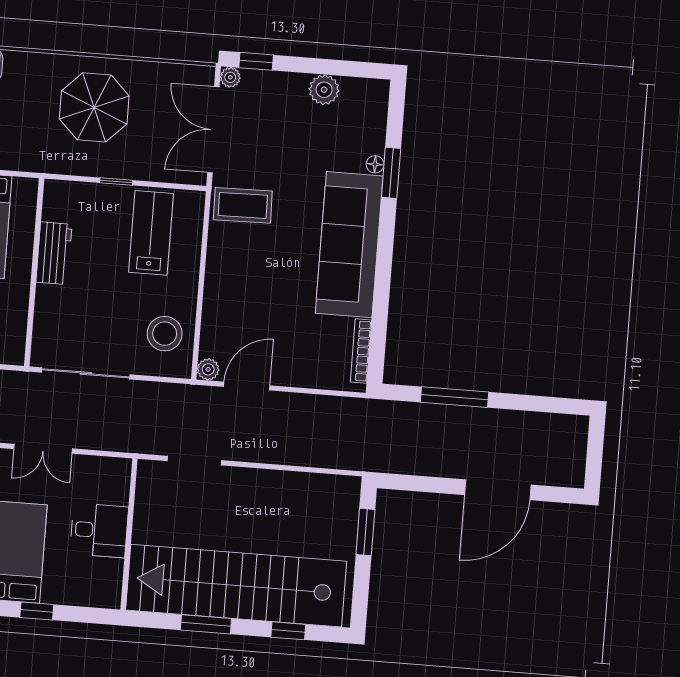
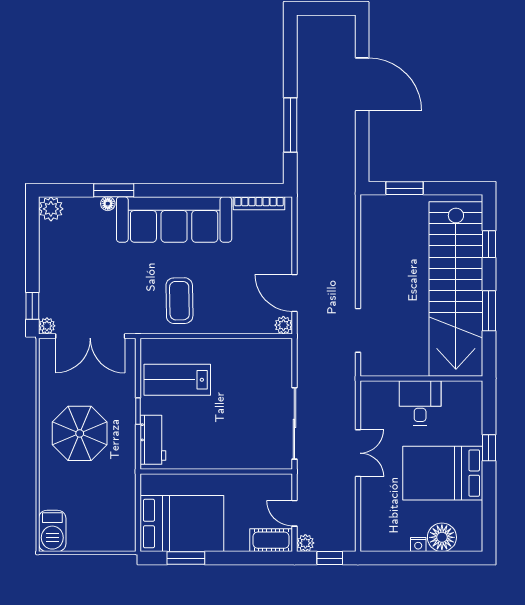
plant: (324, 90) -> (51, 209), moved
coffee table: (243, 205) -> (179, 301), moved
workbench: (54, 253) -> (153, 440), moved, turned 90
stool: (165, 334) -> (257, 362), removed

